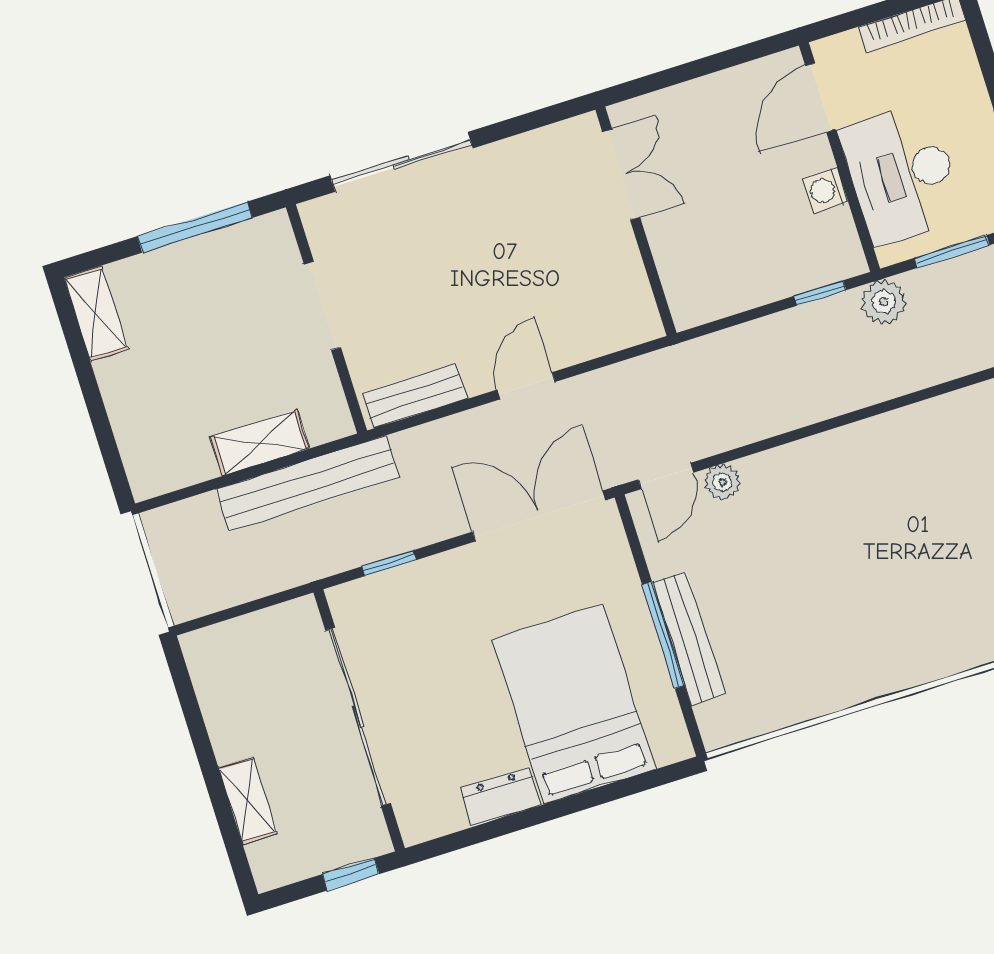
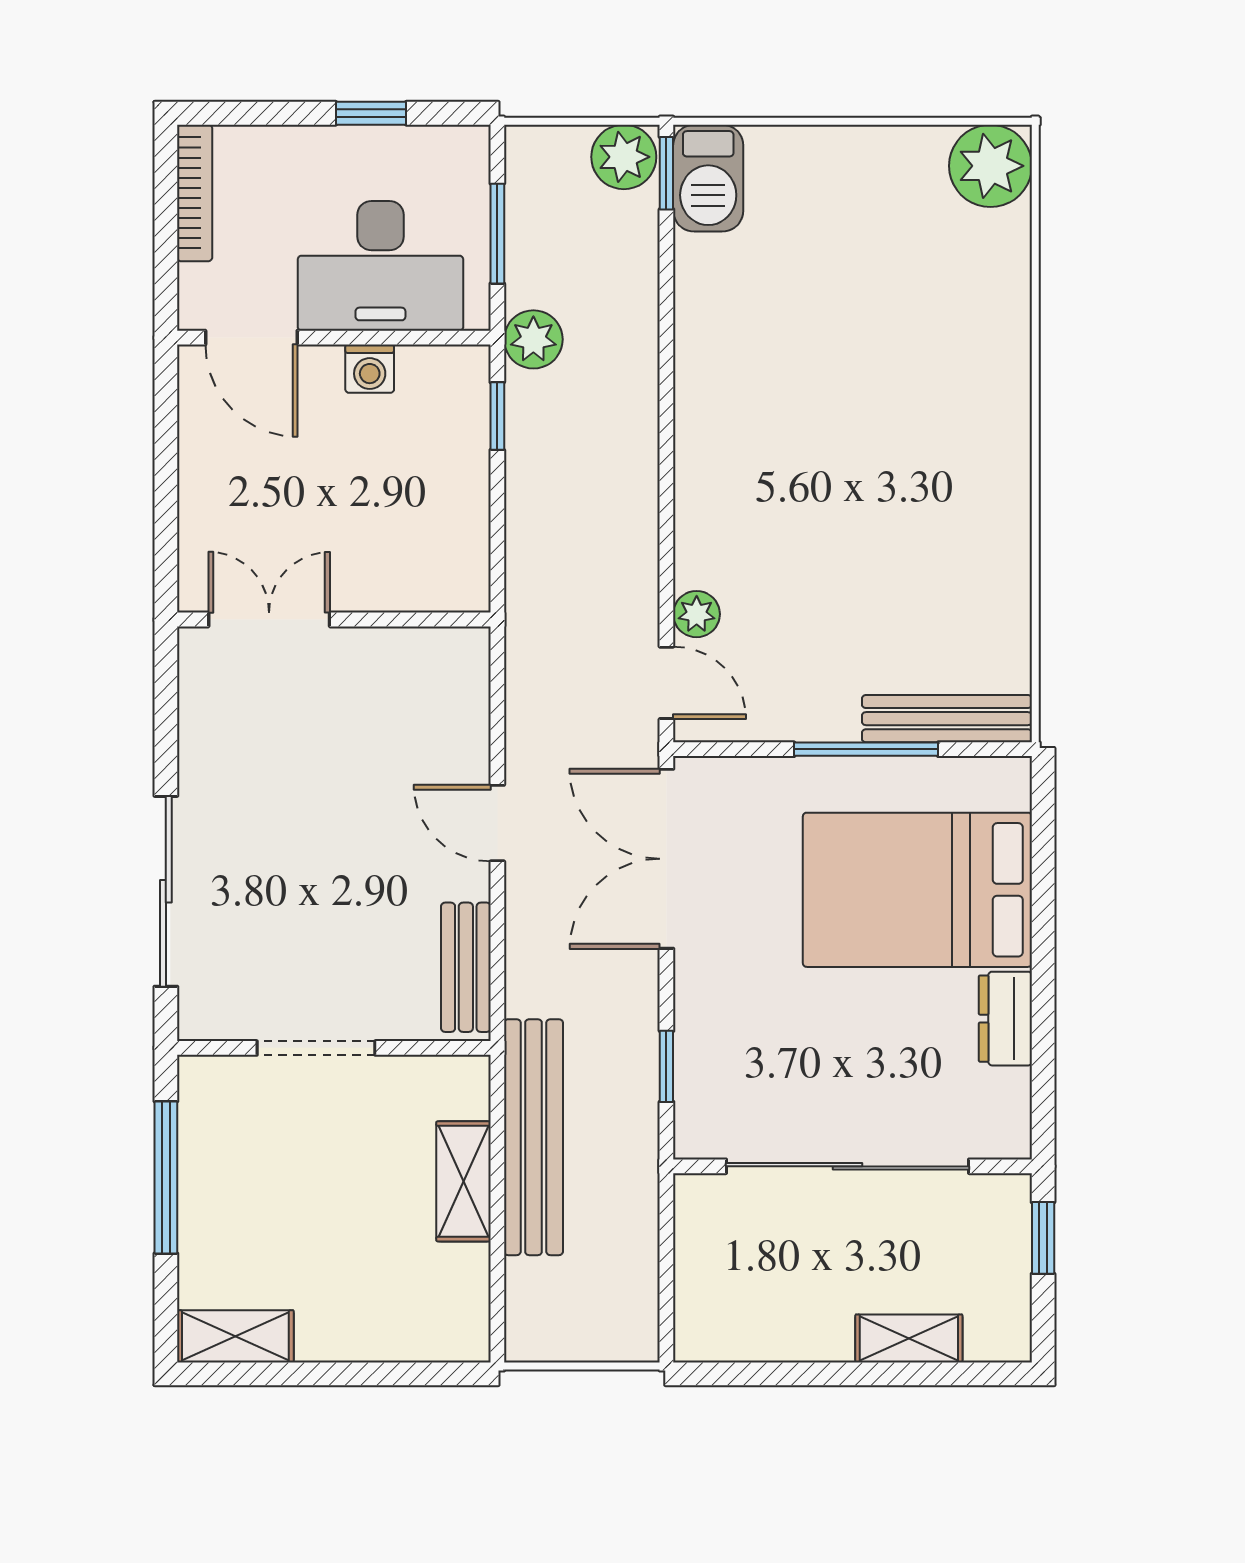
bench: (689, 638) -> (947, 719), moved

